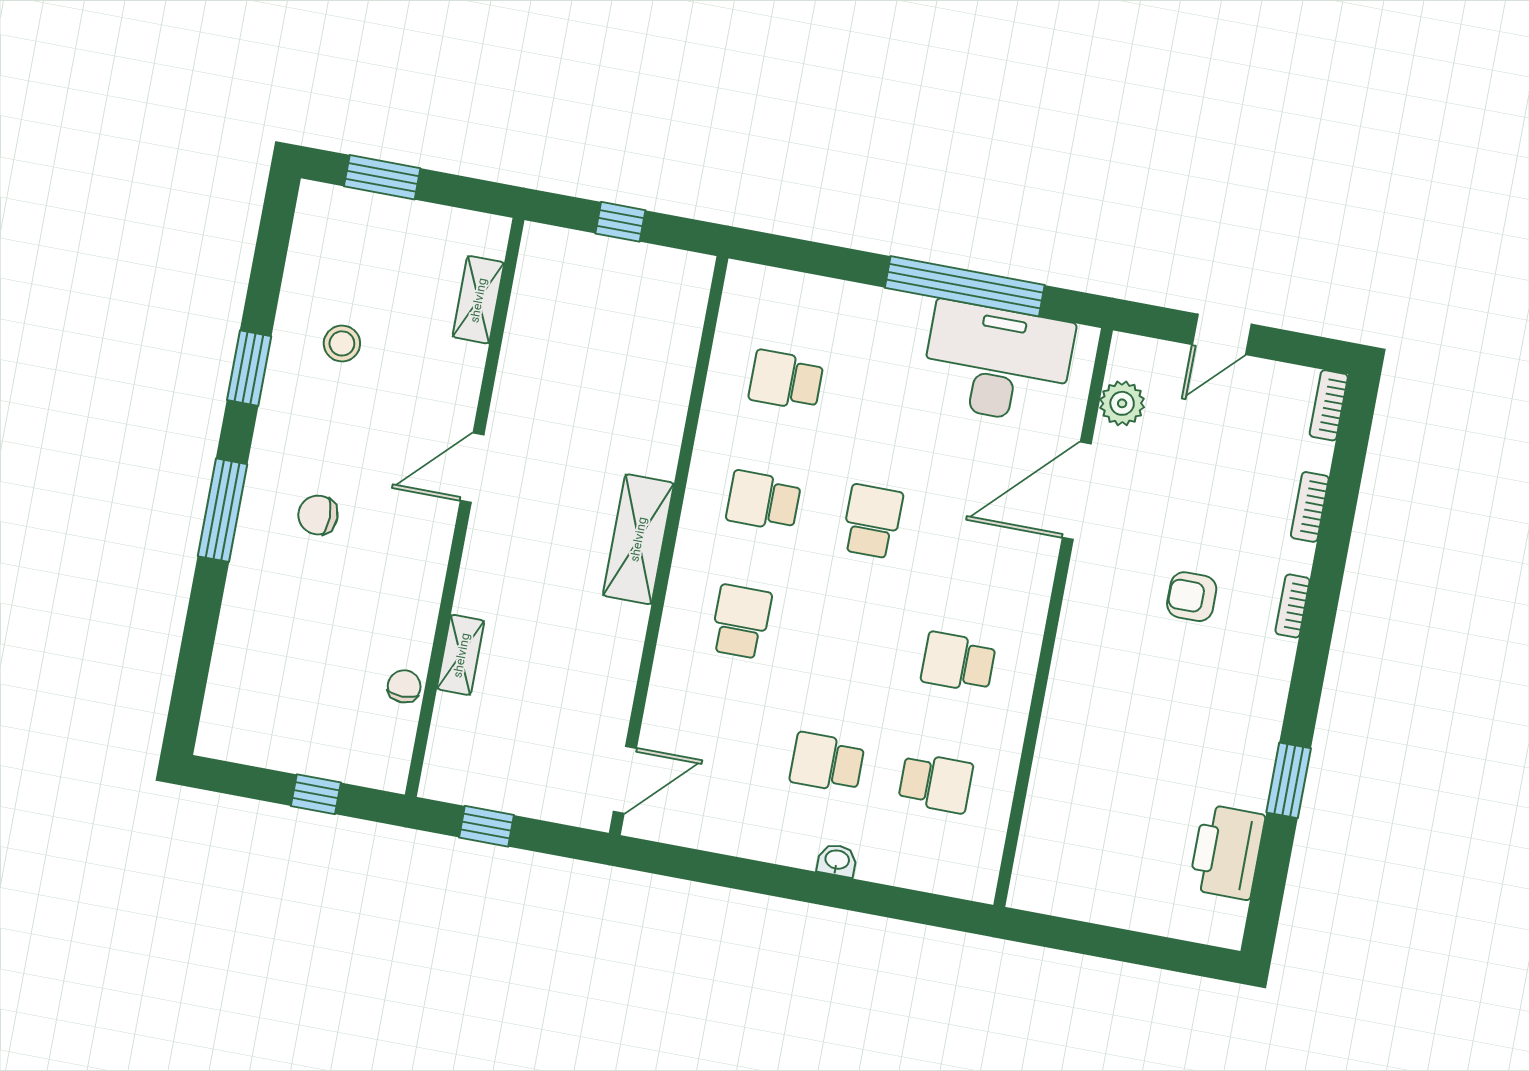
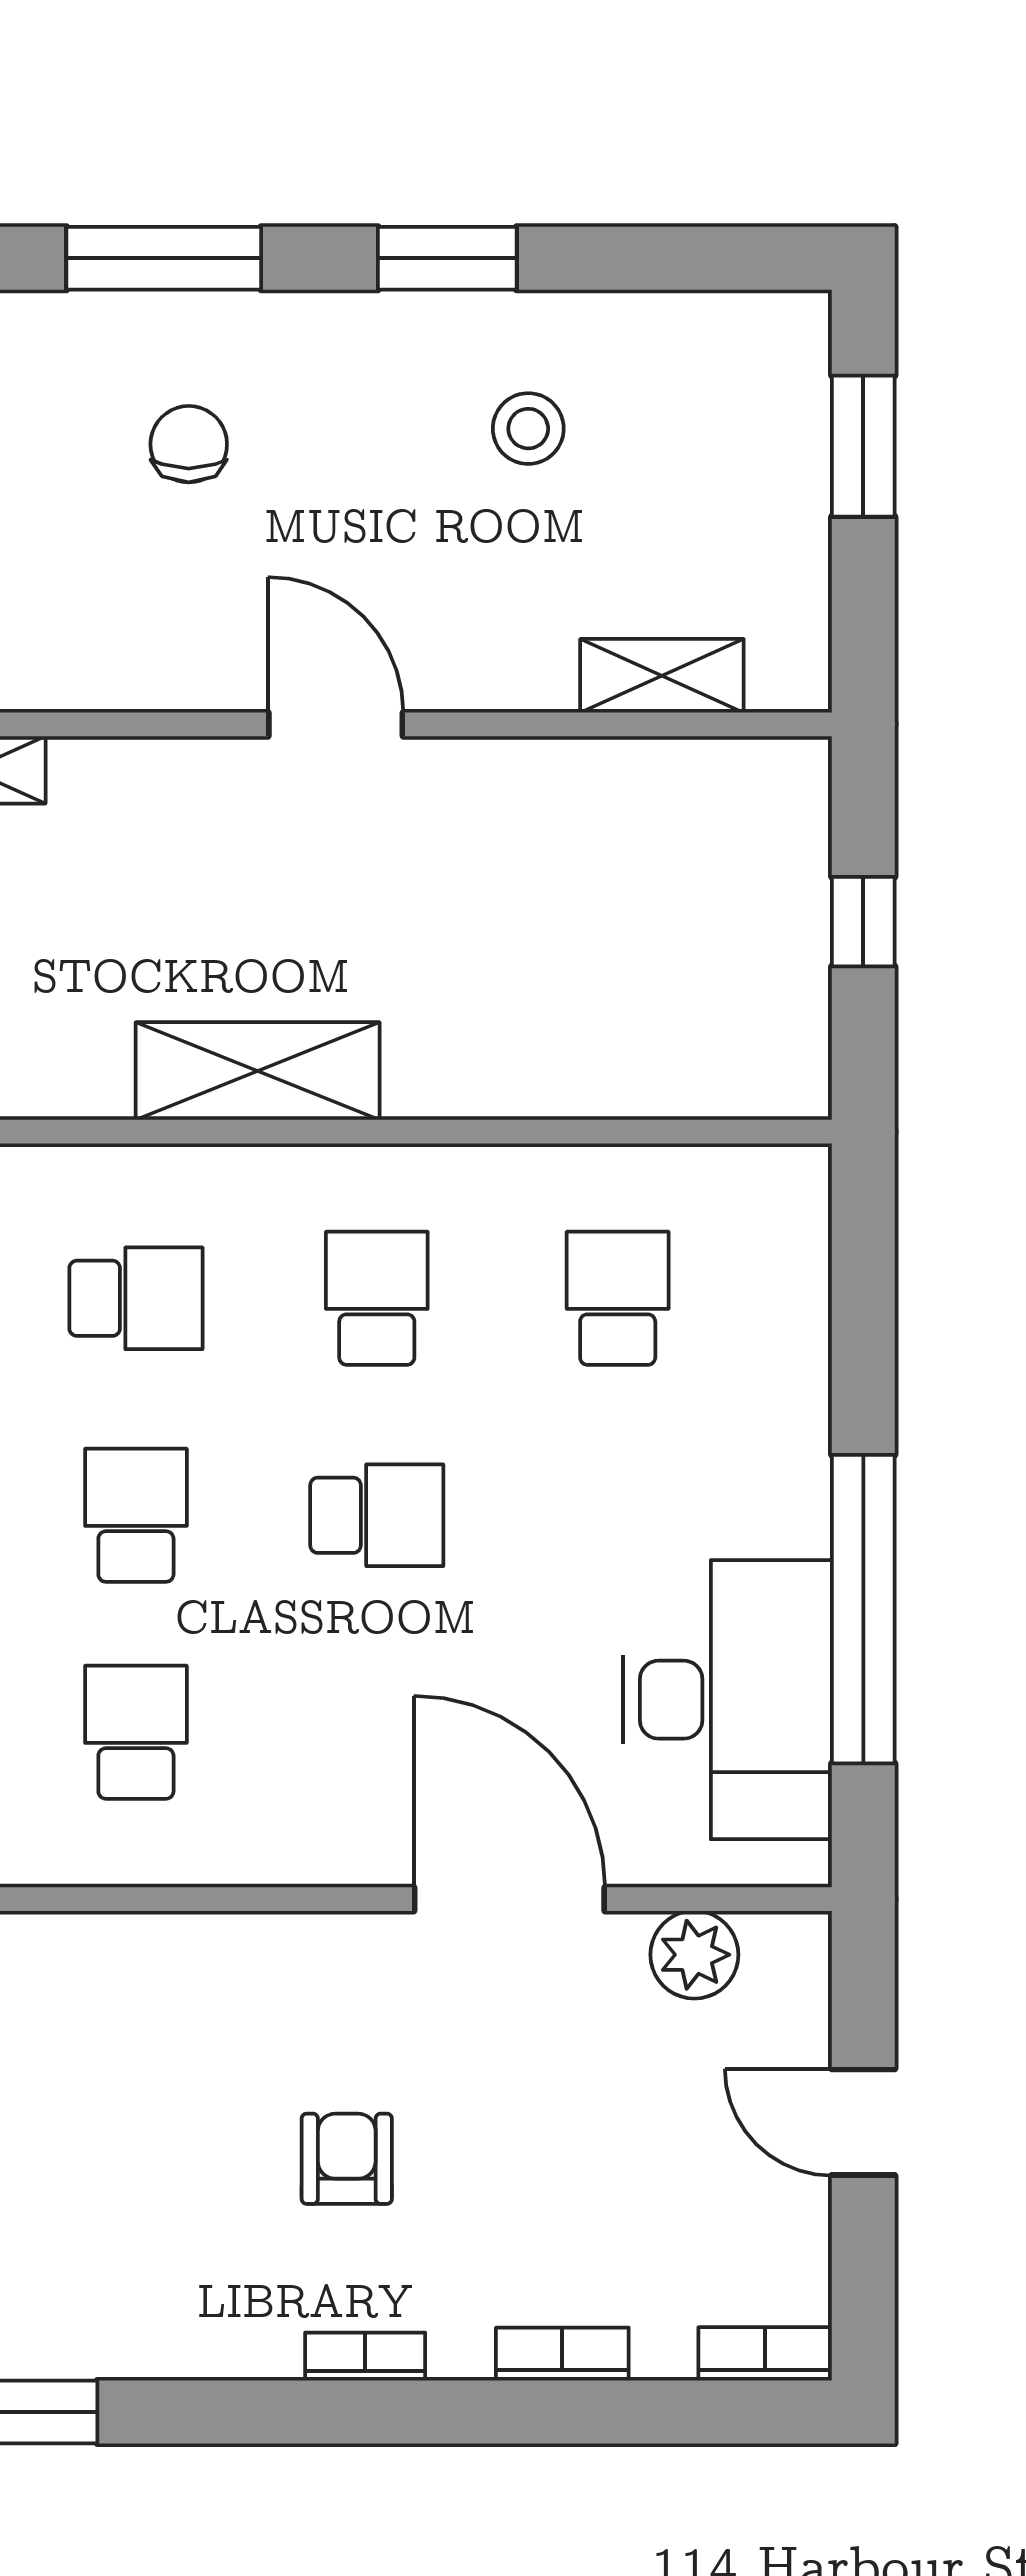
school desk: (850, 642) -> (136, 1515), added

